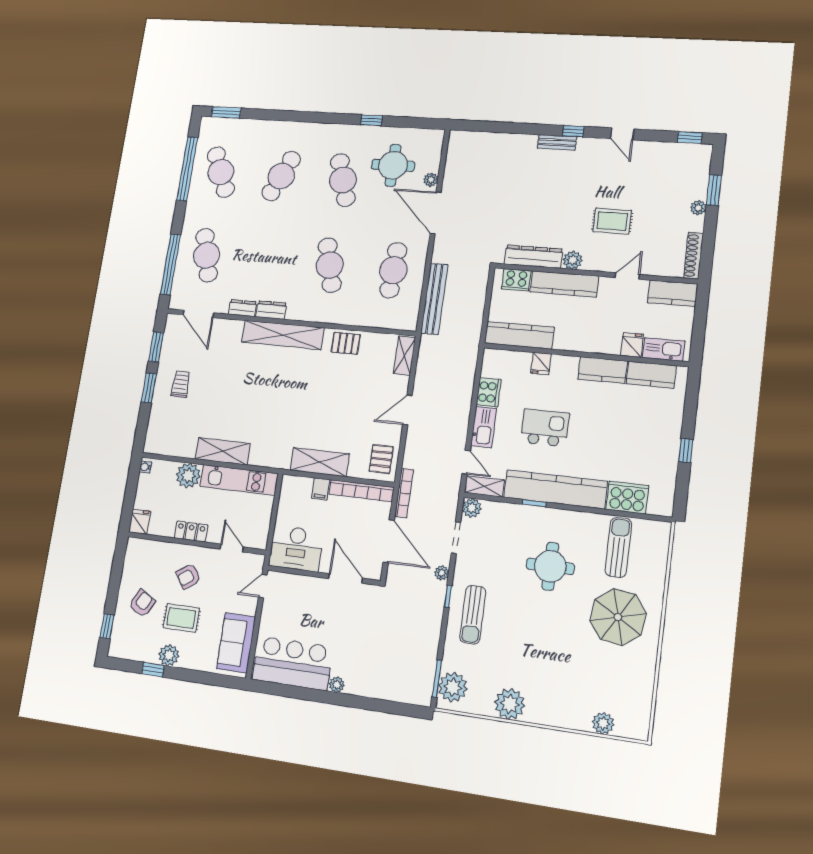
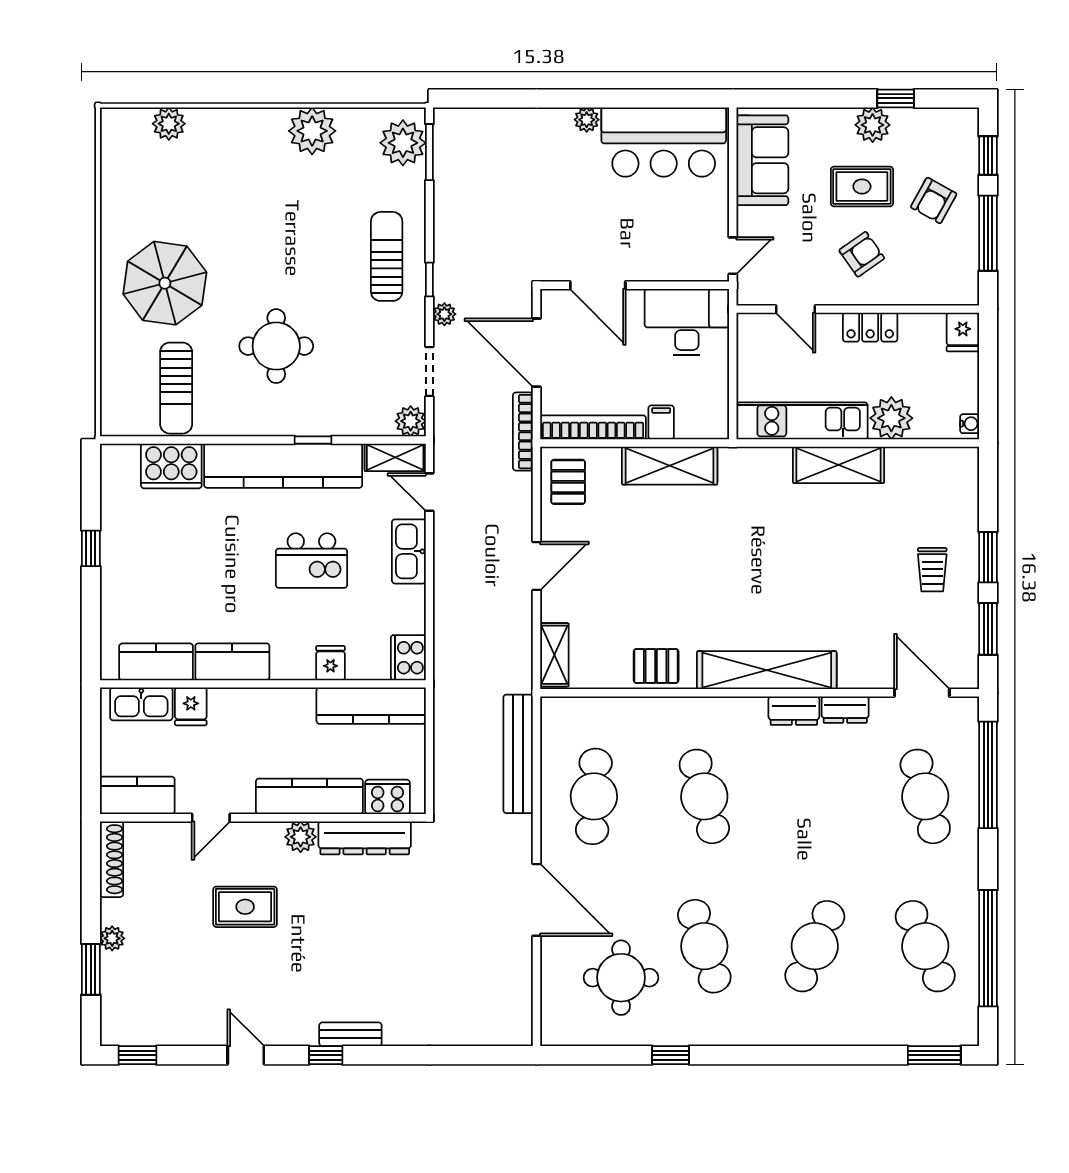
plant: (431, 180) -> (552, 957), removed
cooker: (489, 392) -> (408, 658), moved
window: (115, 579) -> (988, 233), added

